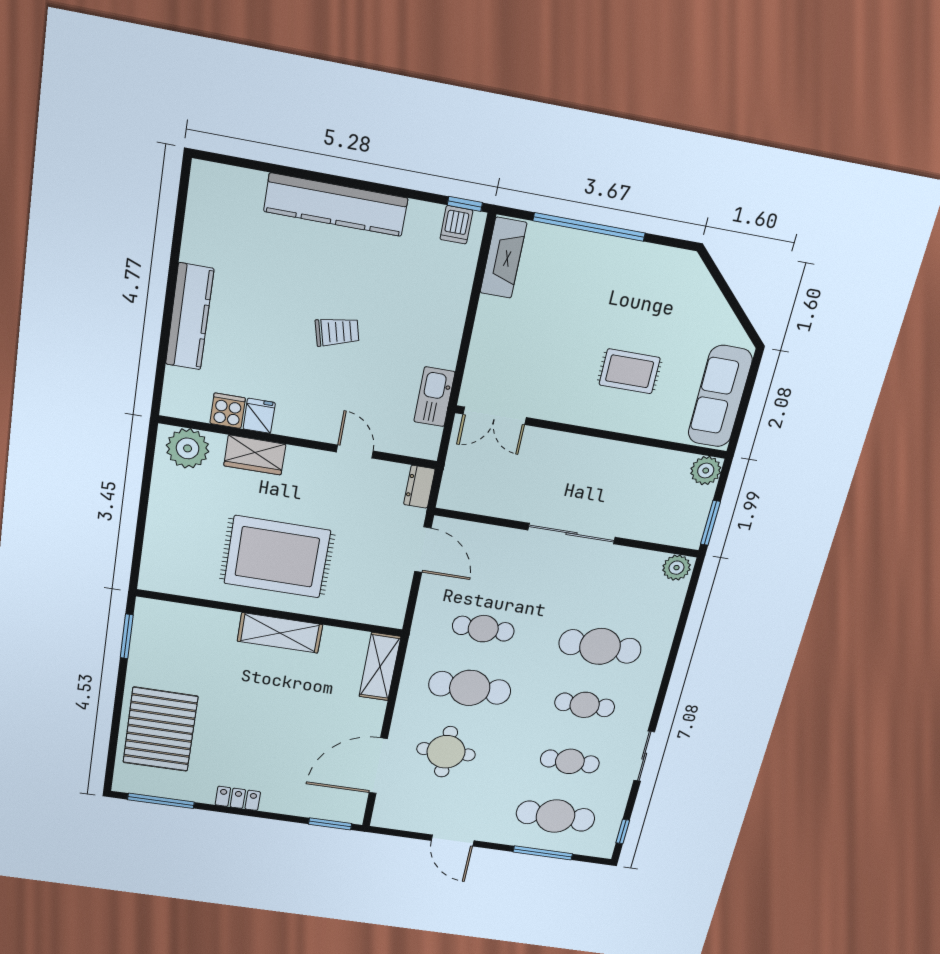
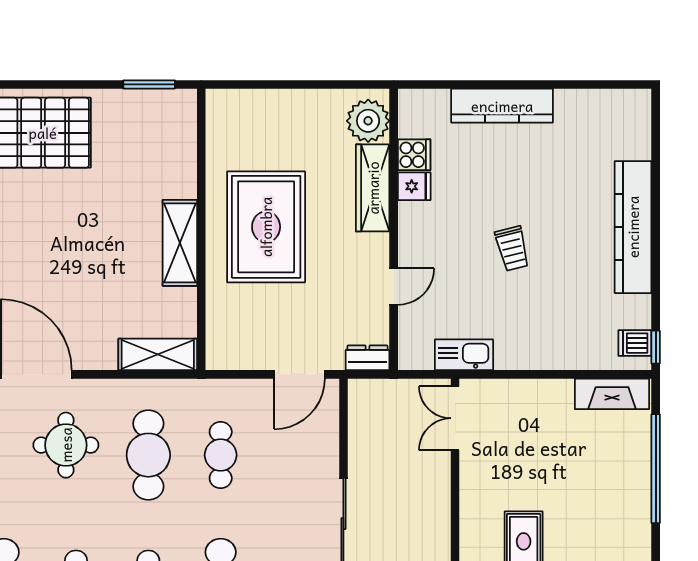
wardrobe: (255, 455) -> (373, 188), width x1.50

